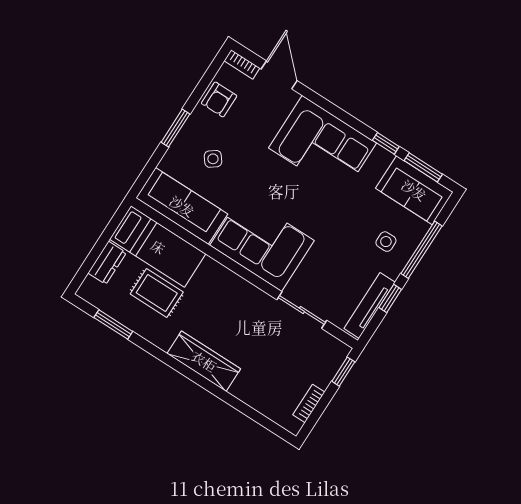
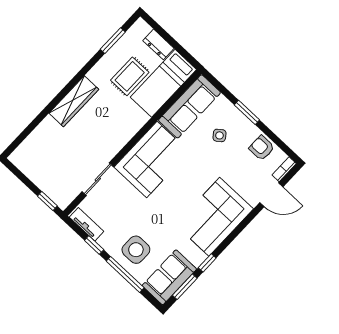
side table: (386, 242) -> (136, 250), width x1.87, depth x1.87
tv unit: (370, 305) -> (87, 224), width x0.71
bookcase: (309, 403) -> (29, 172), removed

